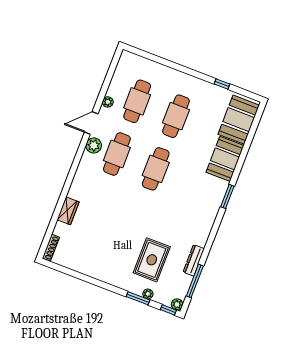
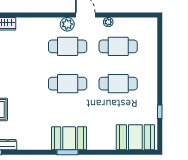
booth: (225, 159) -> (69, 138), moved

